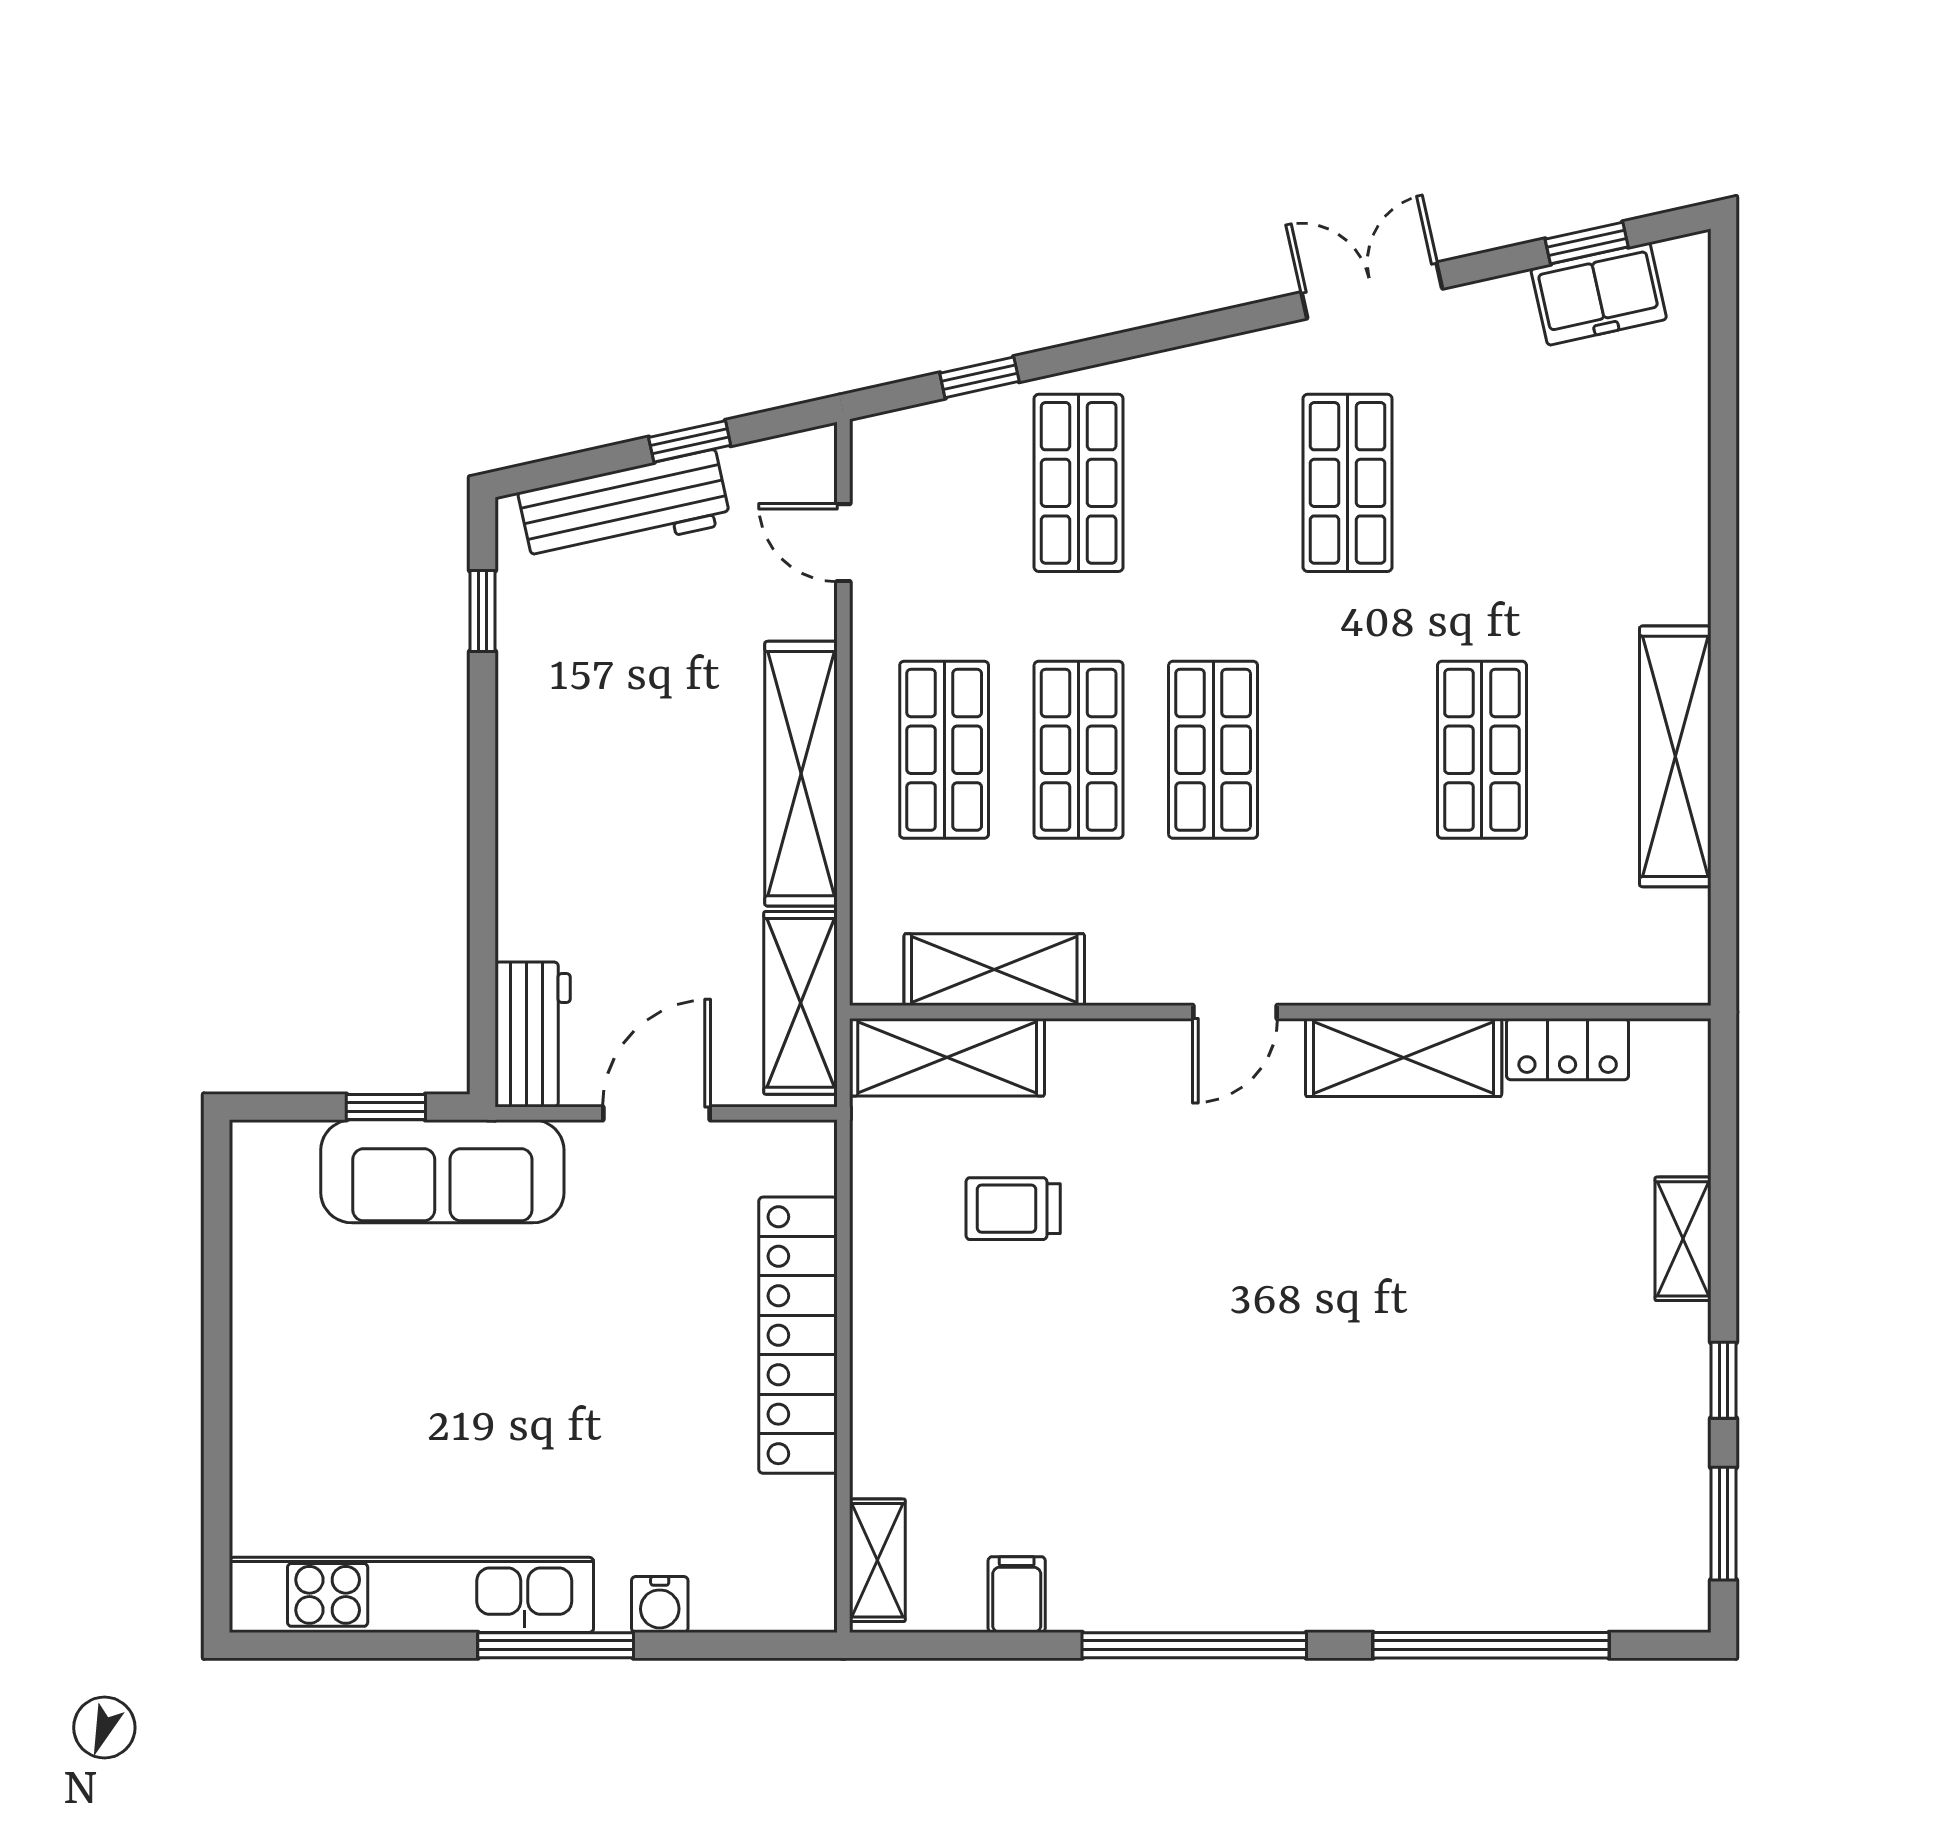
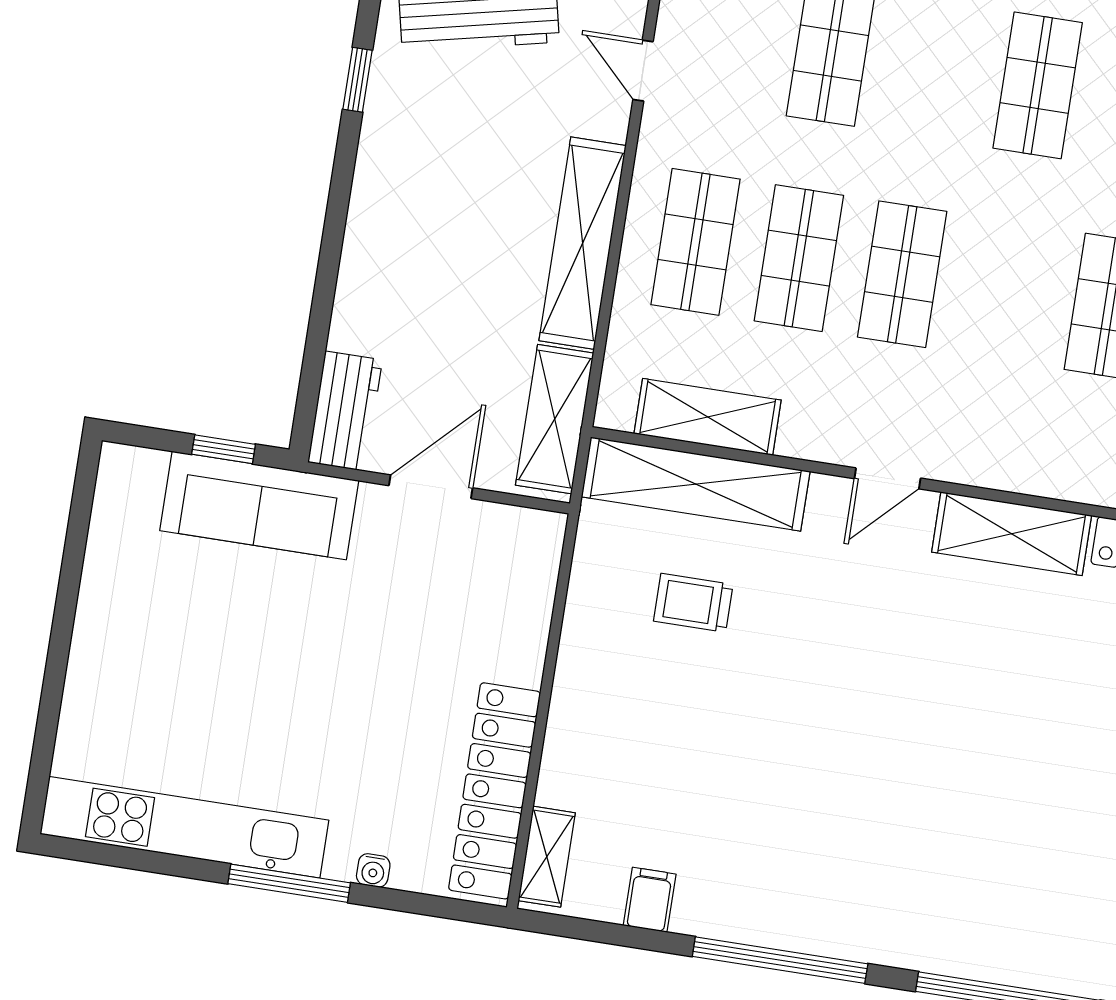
shelving: (947, 1057) -> (696, 484), width x1.47
locker: (798, 1335) -> (494, 791), moved
water cooler: (660, 1604) -> (373, 870), width x0.72, depth x0.72

